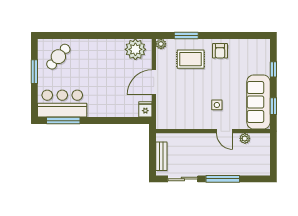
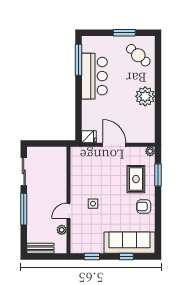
plant: (135, 49) -> (145, 96), moved
sofa: (258, 102) -> (130, 243), moved
bar counter: (62, 104) -> (94, 76), moved
bench: (161, 156) -> (40, 248), moved

